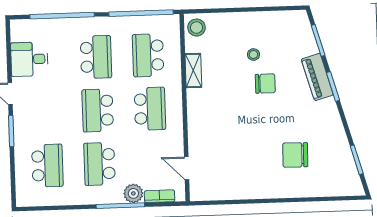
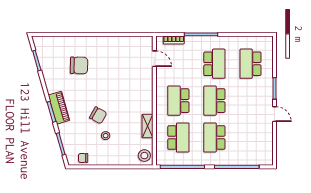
chair: (285, 21) -> (83, 158), added
desk: (29, 59) -> (260, 138), removed
piano: (317, 77) -> (59, 108), moved
chair: (265, 84) -> (98, 115), turned -151
school desk: (98, 110) -> (214, 101), turned 180
plant: (133, 193) -> (192, 43), removed

